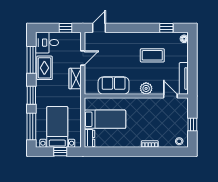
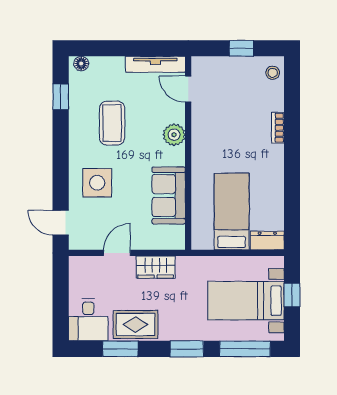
window: (66, 28) -> (61, 285), removed
side table: (120, 47) -> (97, 183), added
door: (83, 58) -> (117, 253), hinge flipped
window: (31, 60) -> (120, 349), width x0.69
door: (170, 96) -> (188, 89), hinge flipped

